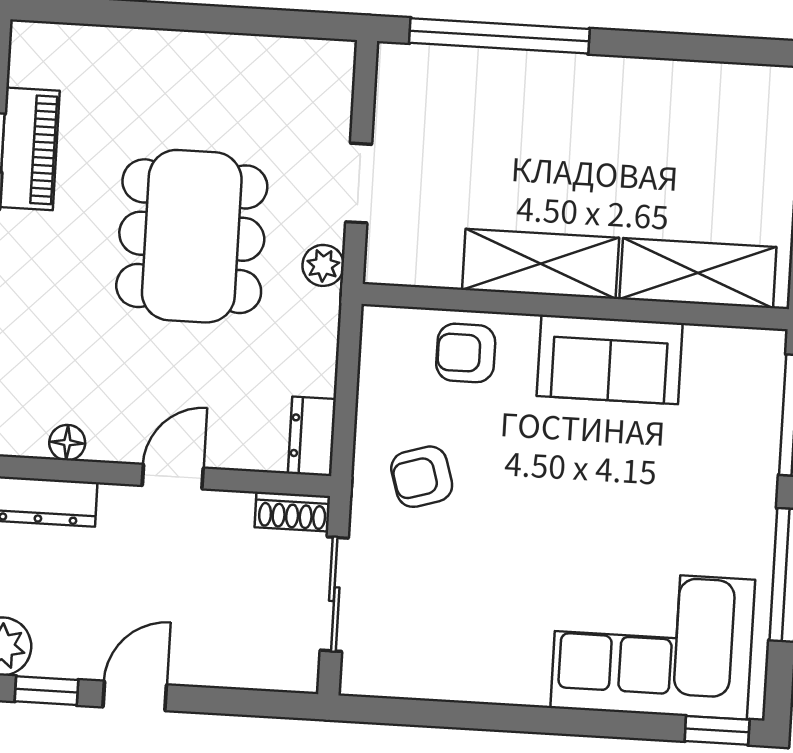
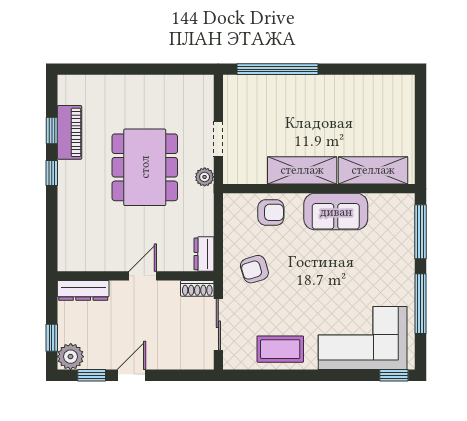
armchair: (466, 353) -> (271, 212), turned 180
floor lamp: (67, 443) -> (94, 263), removed
coffee table: (468, 657) -> (280, 349), added

